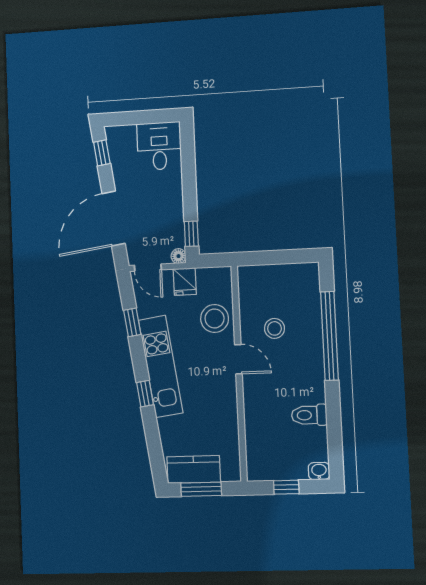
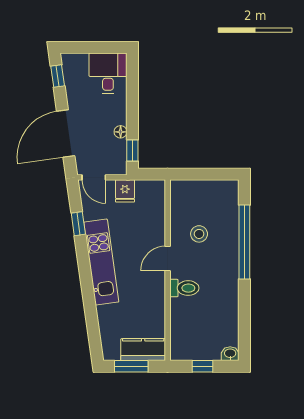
floor lamp: (178, 256) -> (121, 132), moved
stool: (215, 318) -> (149, 223), removed
door: (238, 359) -> (168, 259), swing flipped
window: (145, 394) -> (87, 285), removed
toilet: (309, 415) -> (184, 288), moved, turned 180
kitchen counter: (194, 469) -> (143, 350), moved

